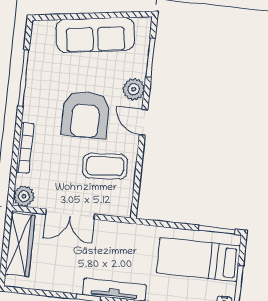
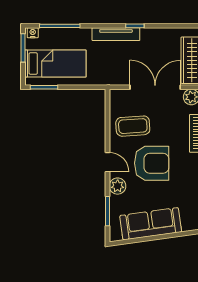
armchair: (86, 115) -> (152, 163), turned 90
double door: (70, 214) -> (155, 87), width x1.37

